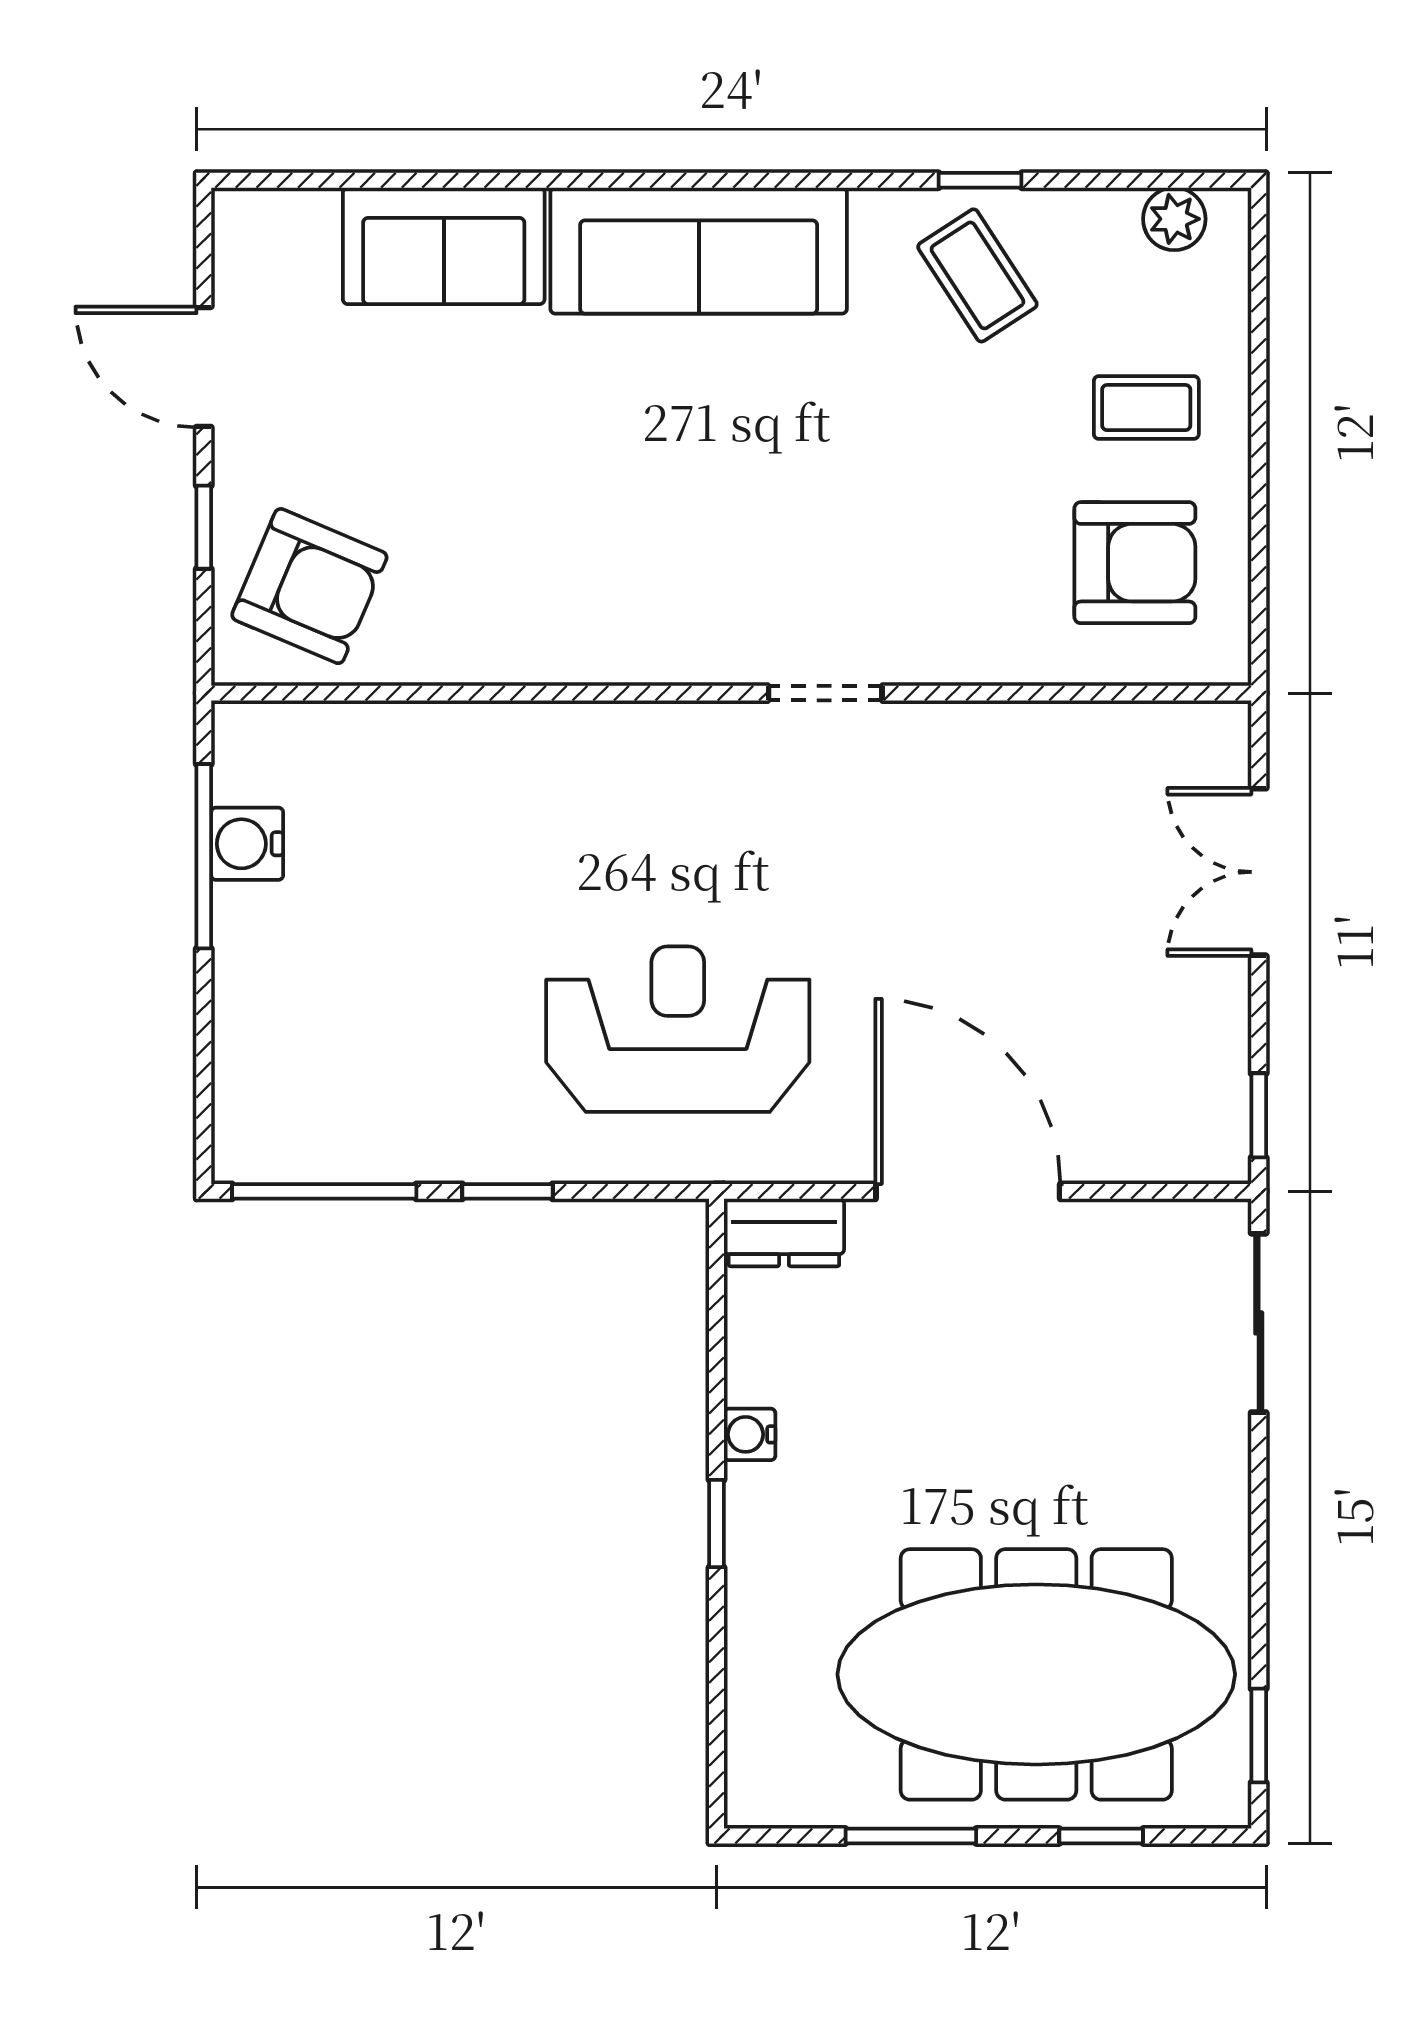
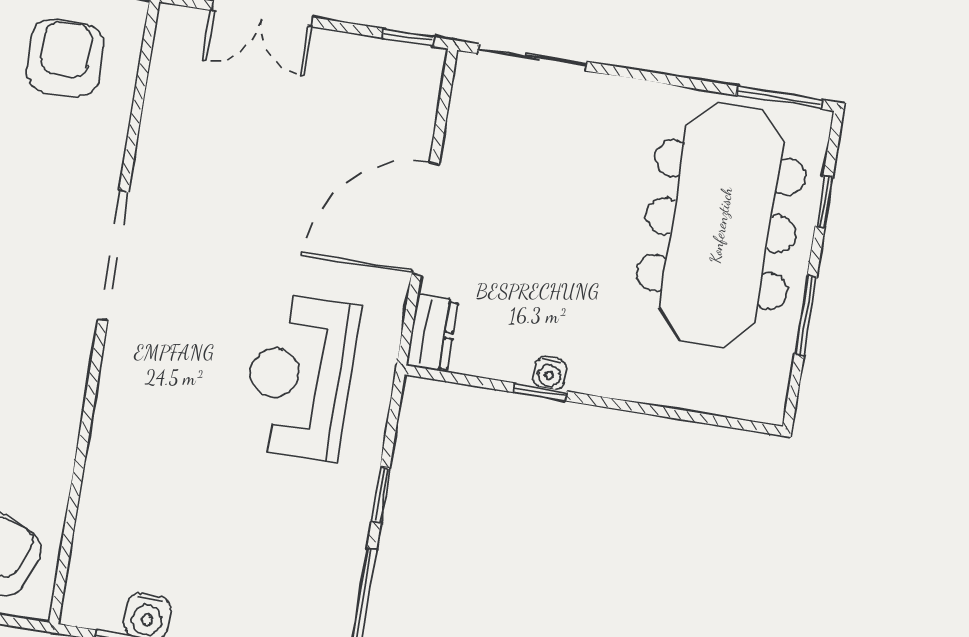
doorway: (825, 693) -> (113, 256), width x1.87
window: (717, 1524) -> (541, 392), moved
window: (1259, 1736) -> (779, 98), width x1.50

